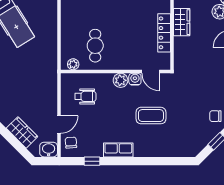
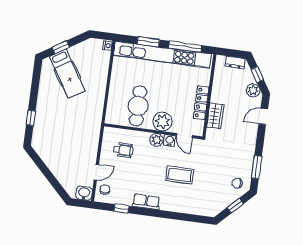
wardrobe: (182, 22) -> (215, 116), moved
cafe table: (95, 46) -> (138, 106), width x1.37, depth x1.35
plant: (73, 64) -> (163, 122), moved, width x1.87, depth x1.87
wardrobe: (22, 132) -> (62, 175), removed

